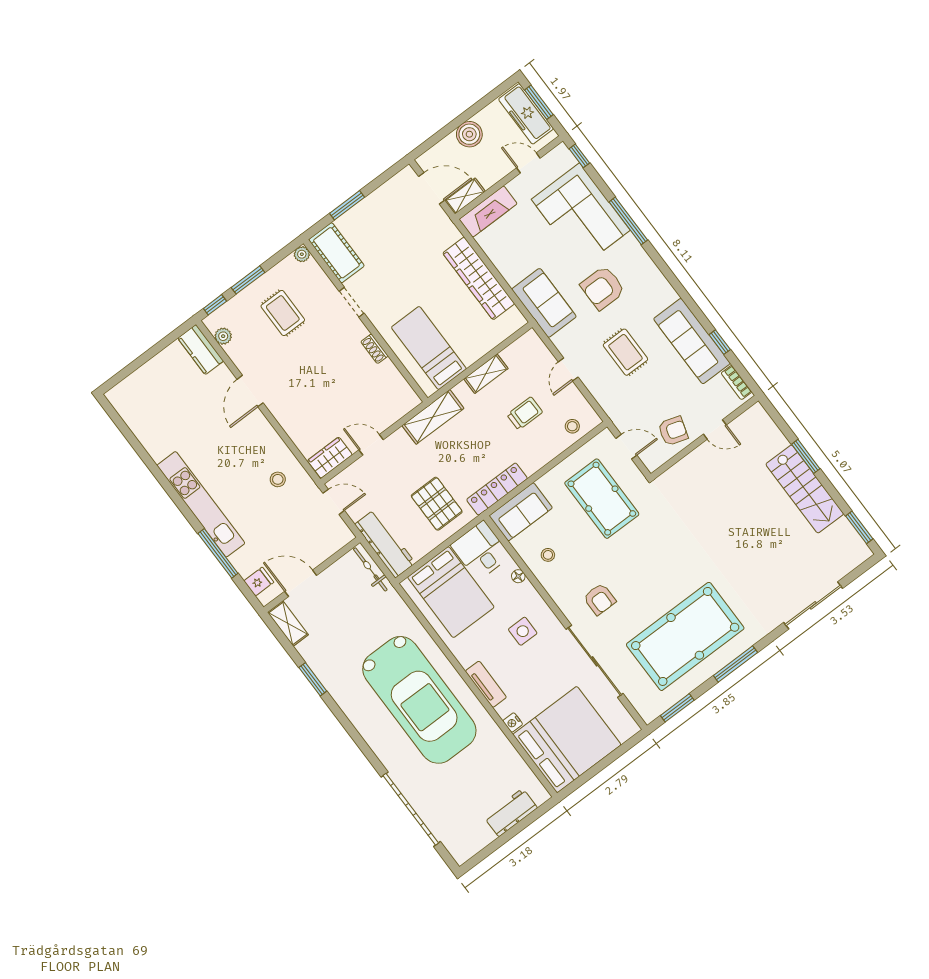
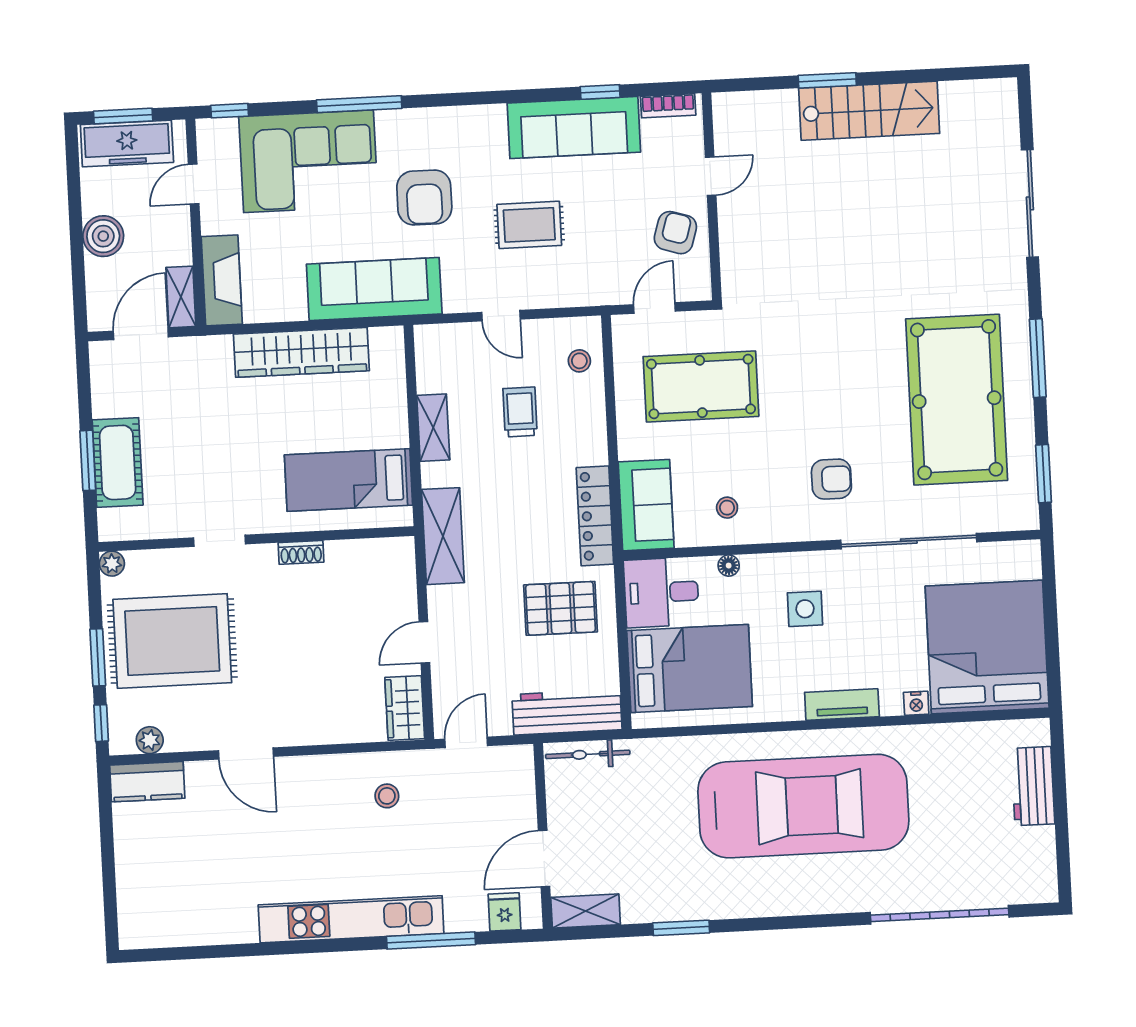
cot: (336, 253) -> (118, 462), moved, turned 90
sofa: (544, 303) -> (374, 289), width x1.36
rug: (283, 313) -> (172, 641), width x1.86, depth x2.06
window: (859, 527) -> (968, 73), removed

